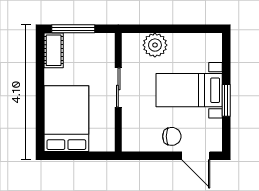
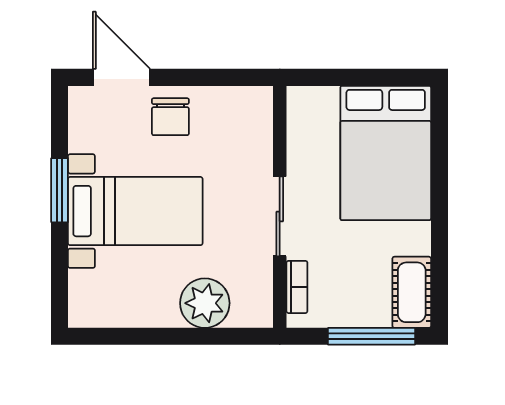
bookcase: (110, 53) -> (297, 287), added
chair: (172, 136) -> (170, 117), turned -90

